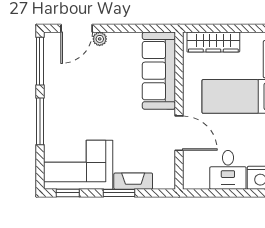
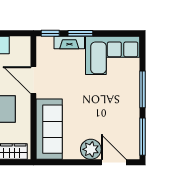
door: (77, 28) -> (114, 162), hinge flipped
plant: (100, 39) -> (91, 149), width x1.88, depth x1.88
window: (68, 193) -> (50, 33), moved

